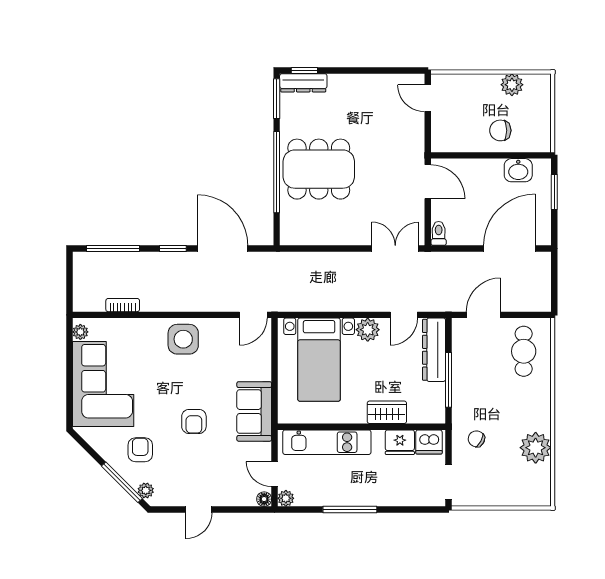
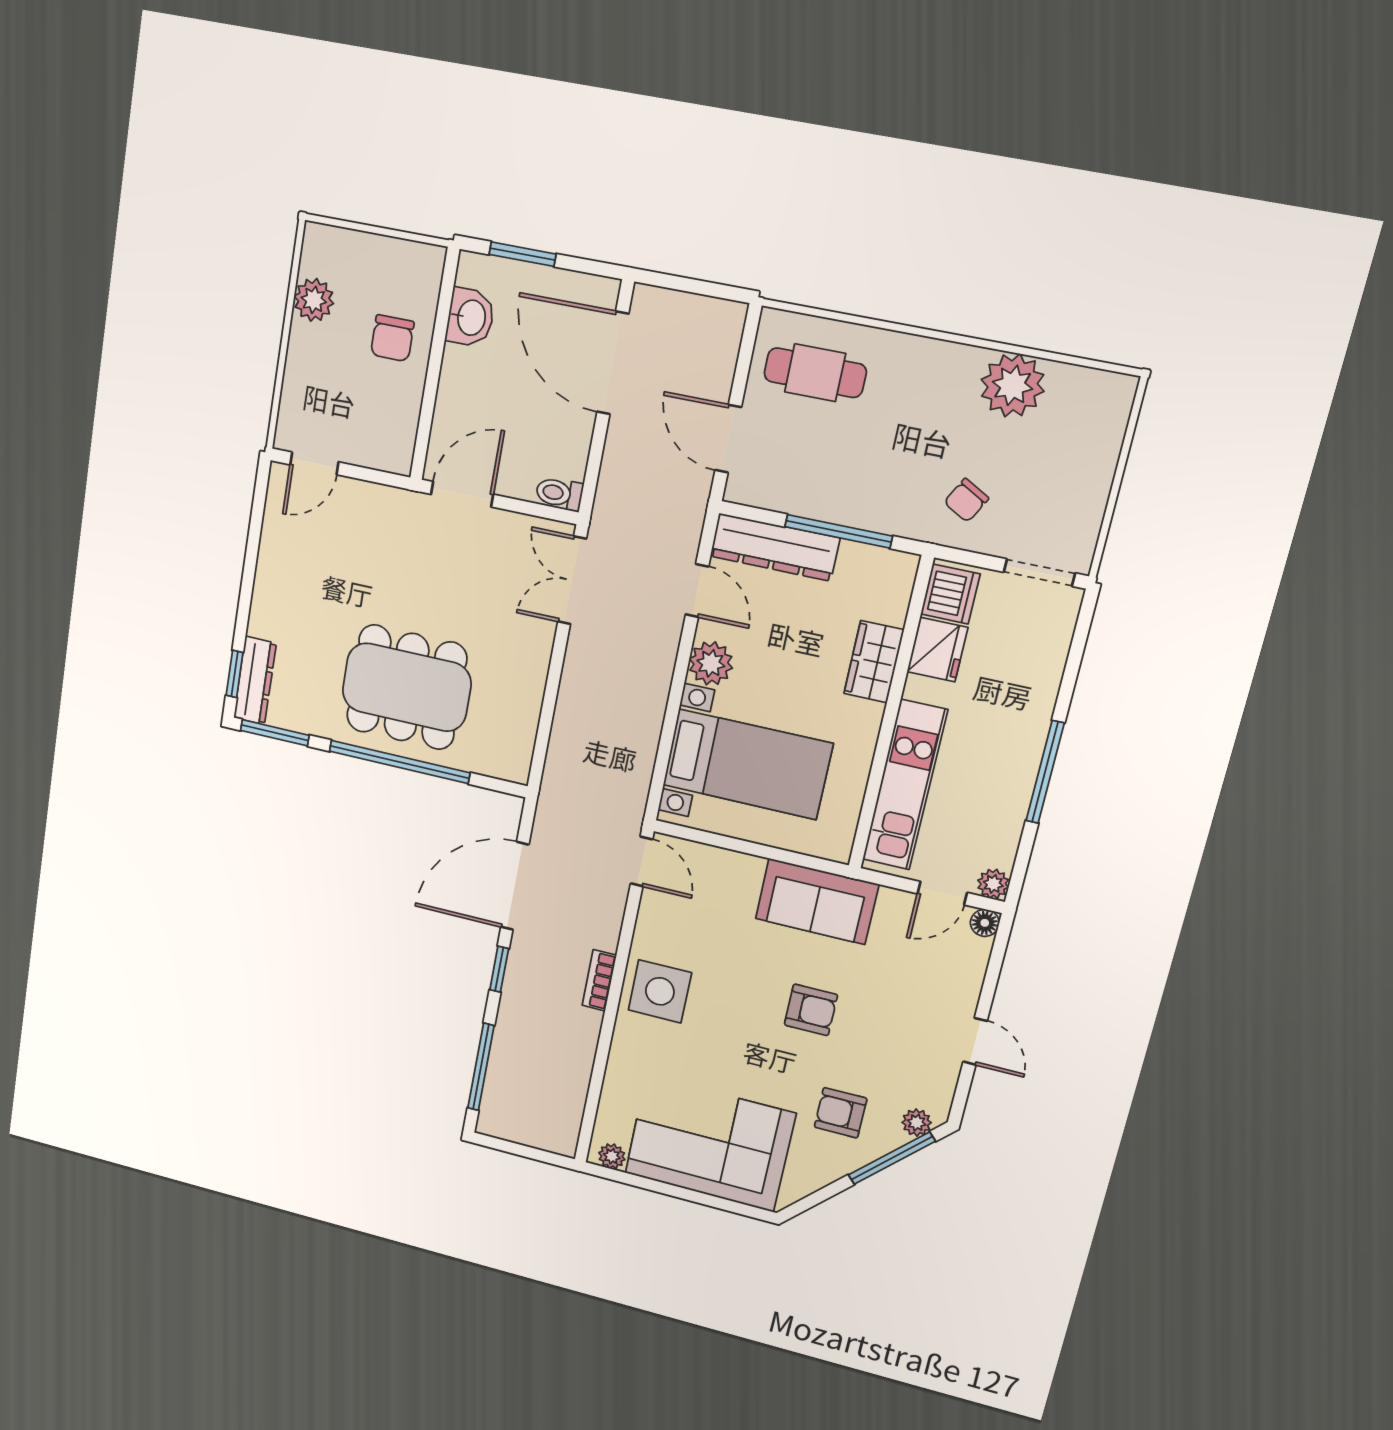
dining table: (319, 169) -> (406, 687), turned 90
bookcase: (123, 305) -> (599, 980), moved

